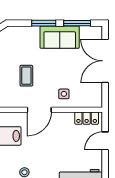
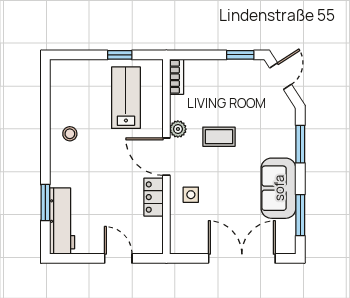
window: (44, 23) -> (300, 144), moved
plant: (21, 102) -> (178, 129), added
locker: (87, 118) -> (154, 197), moved

